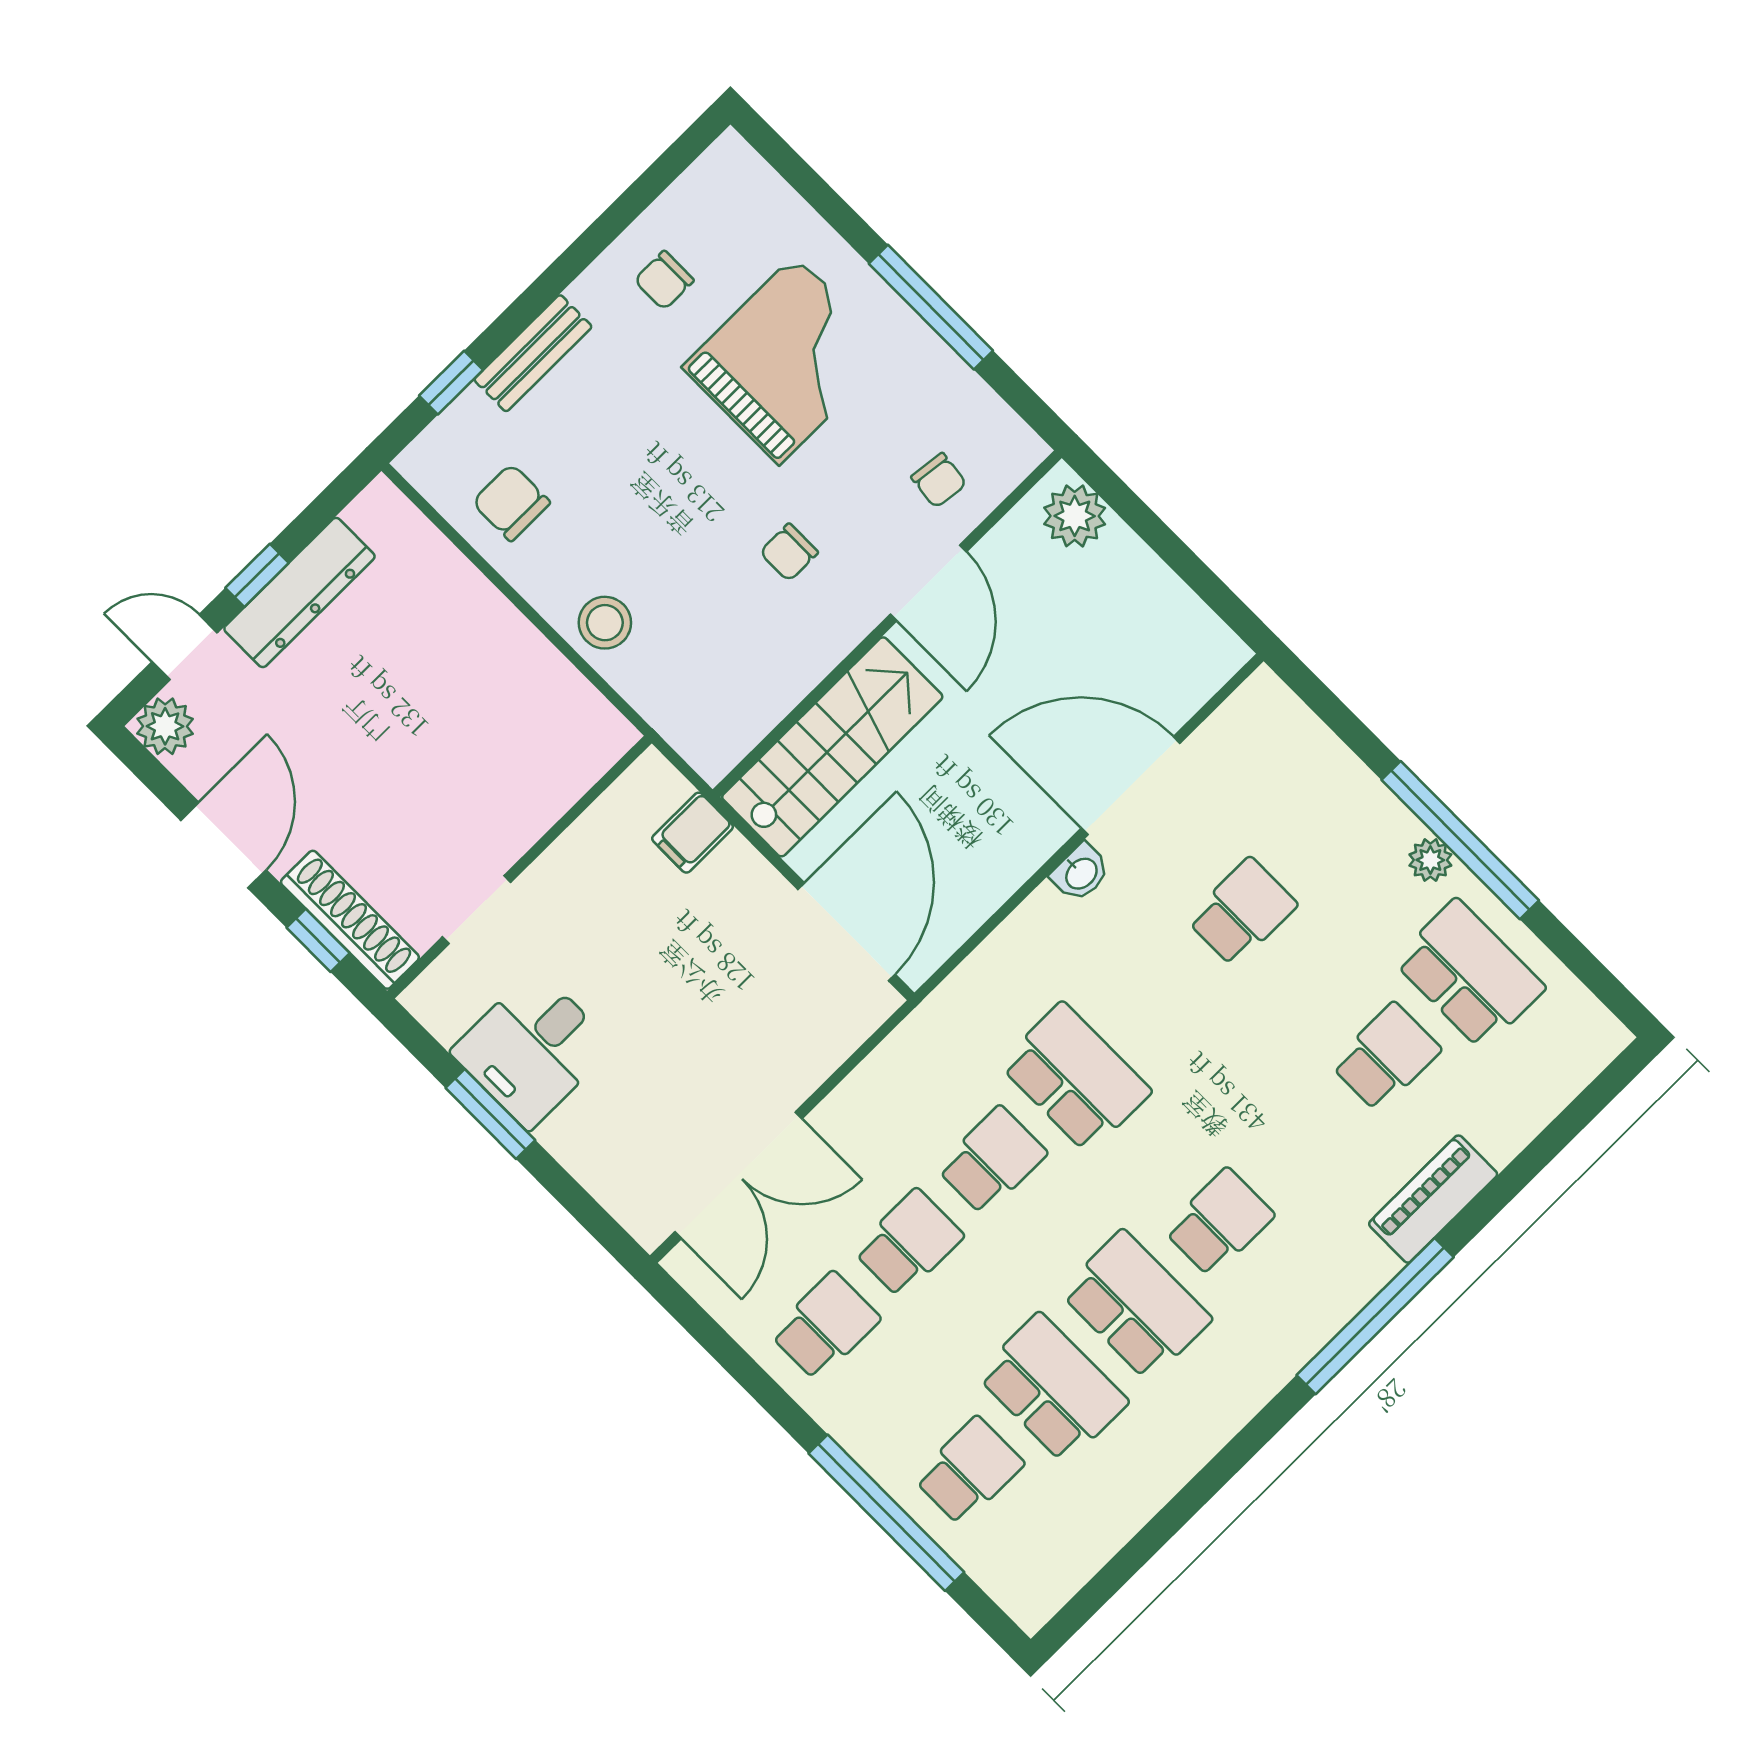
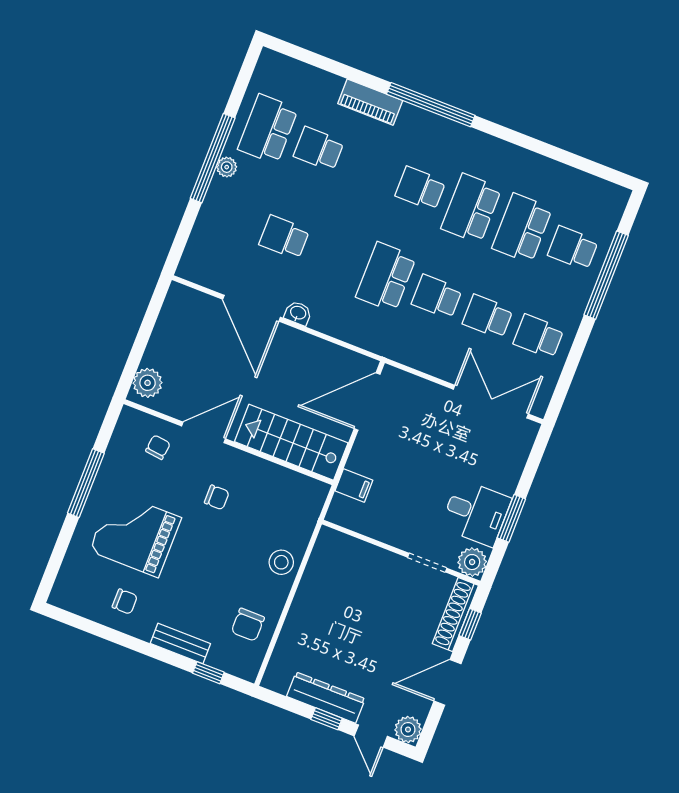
plant: (439, 999) -> (472, 562), added

